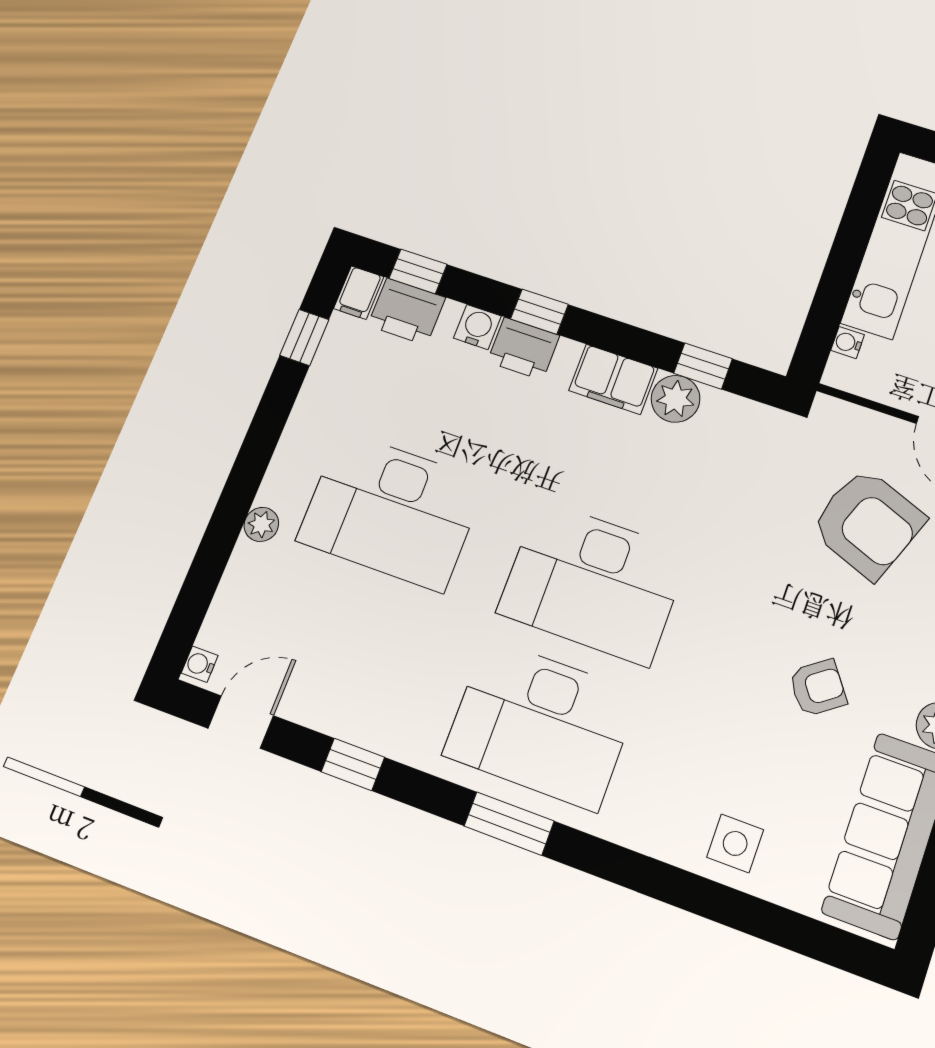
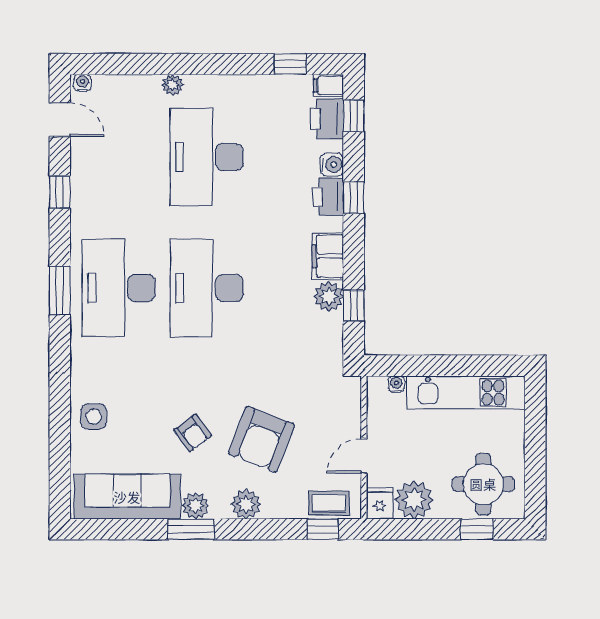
armchair: (868, 523) -> (261, 439), moved

